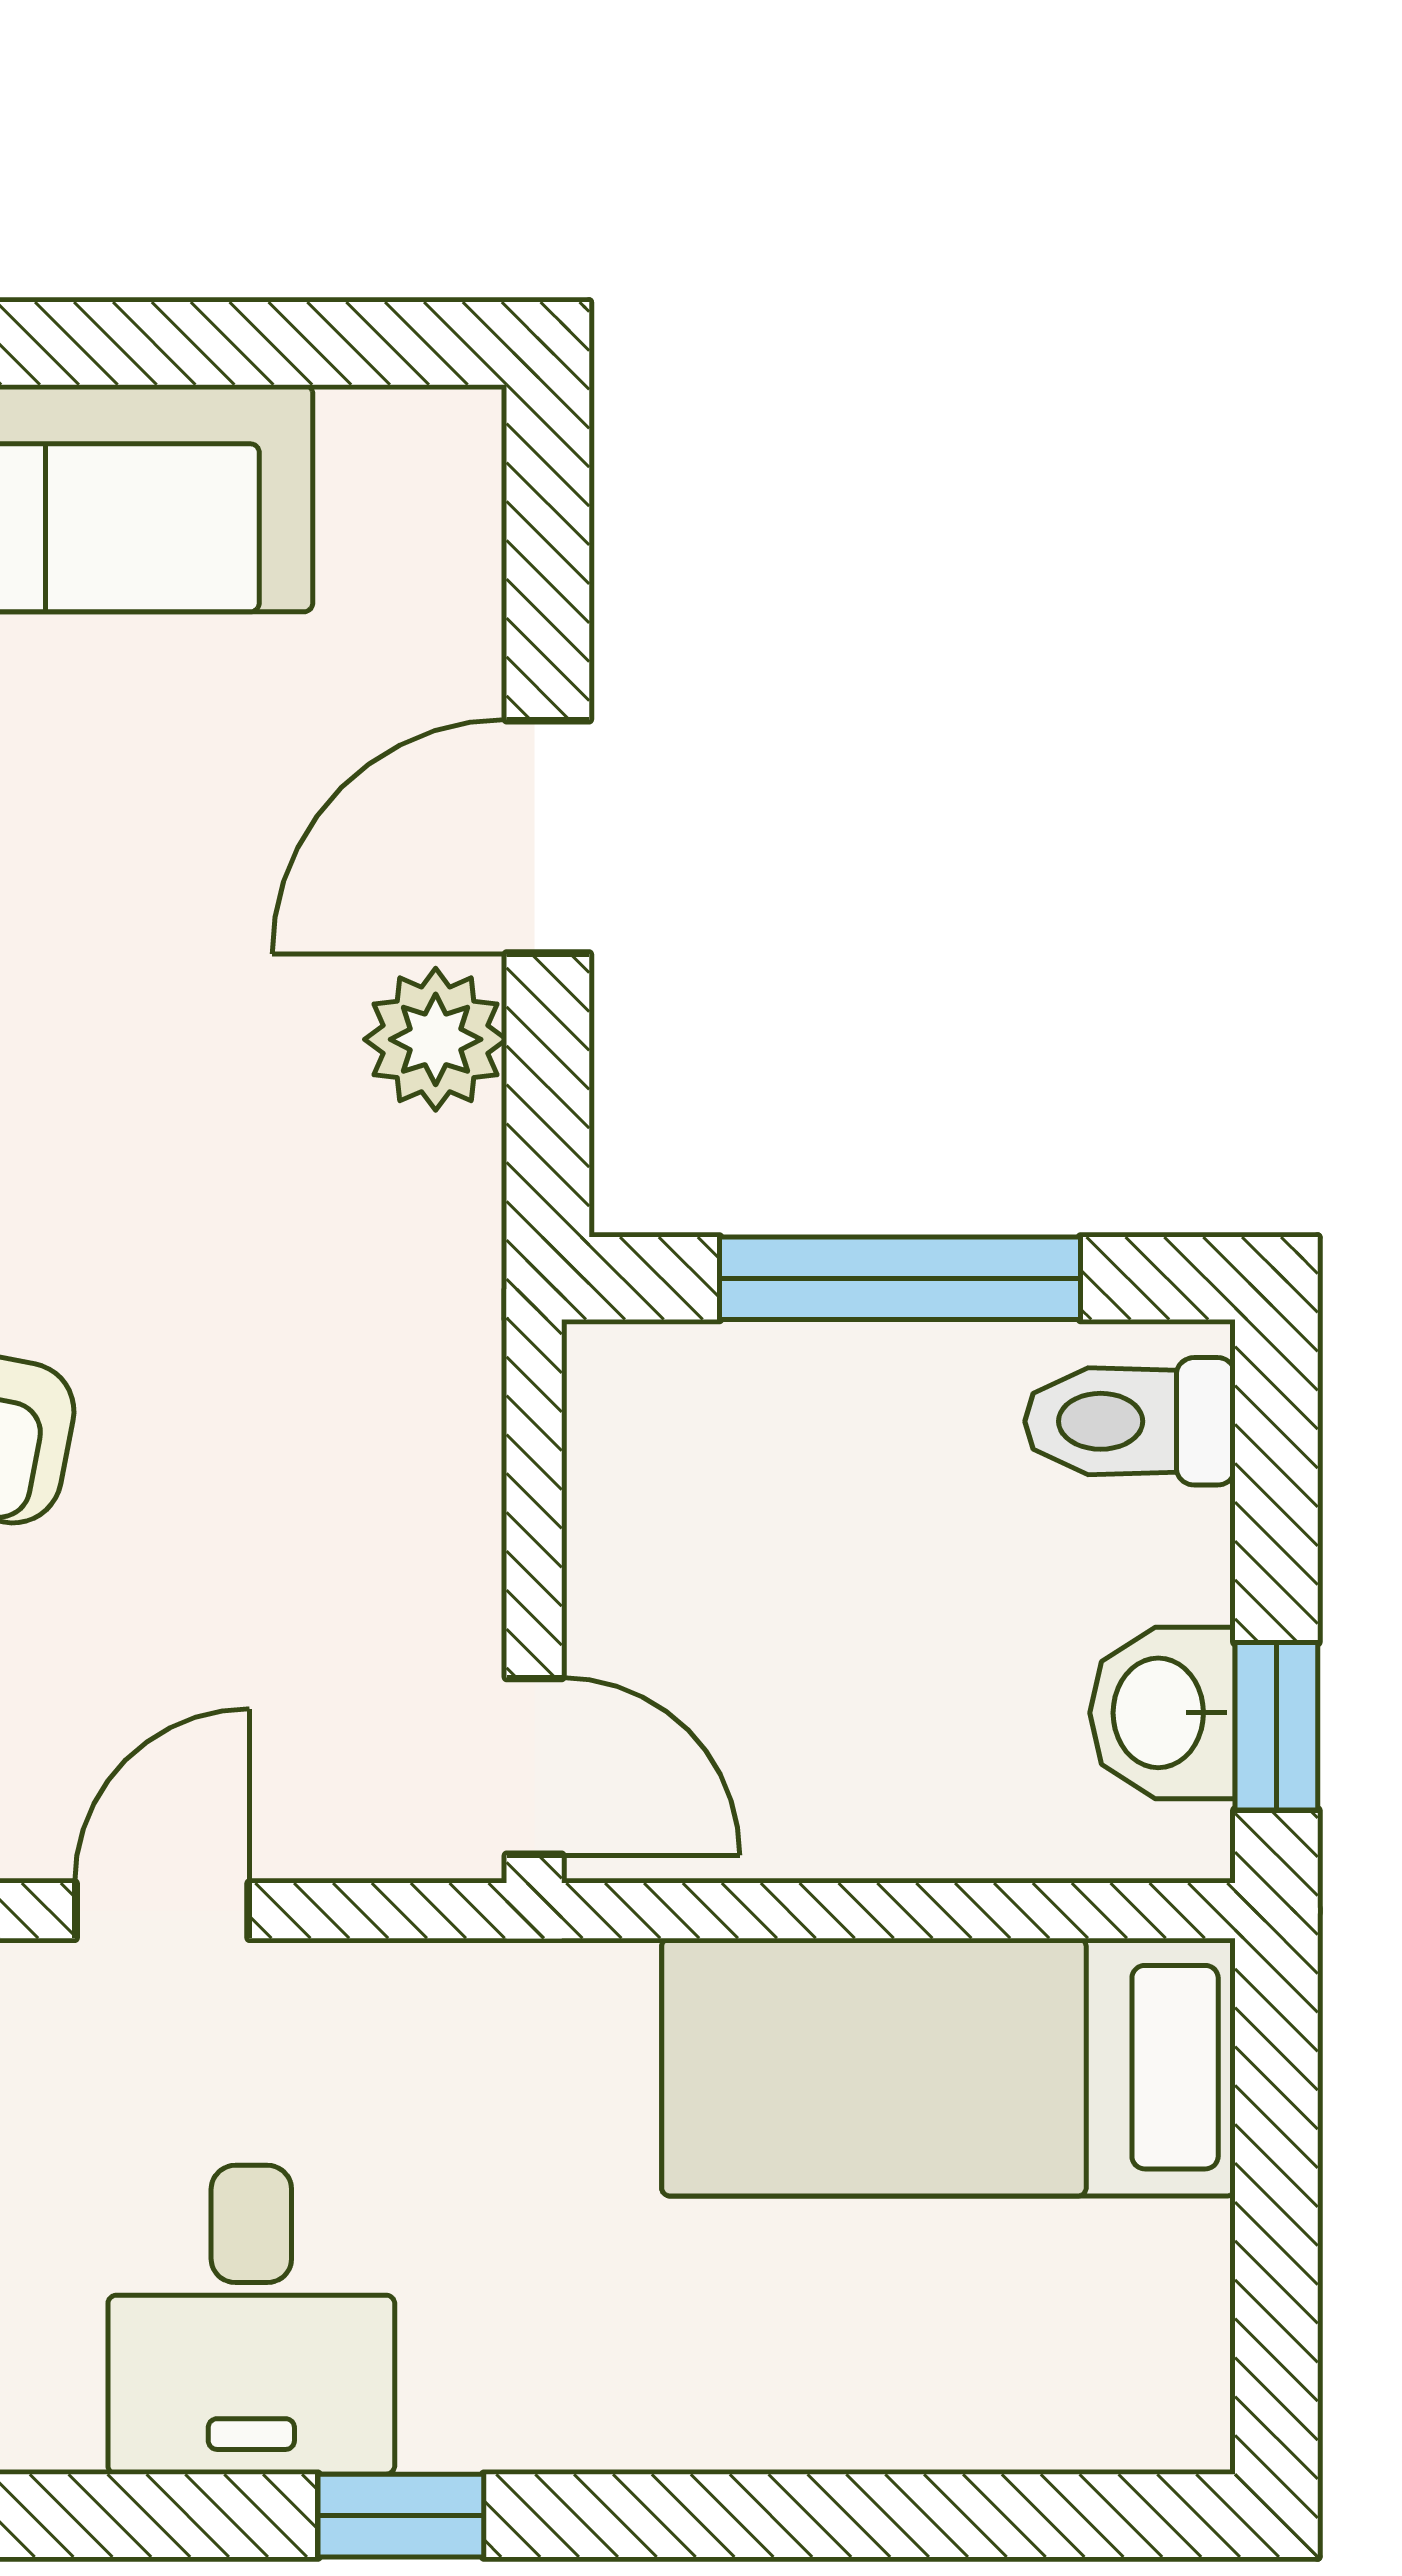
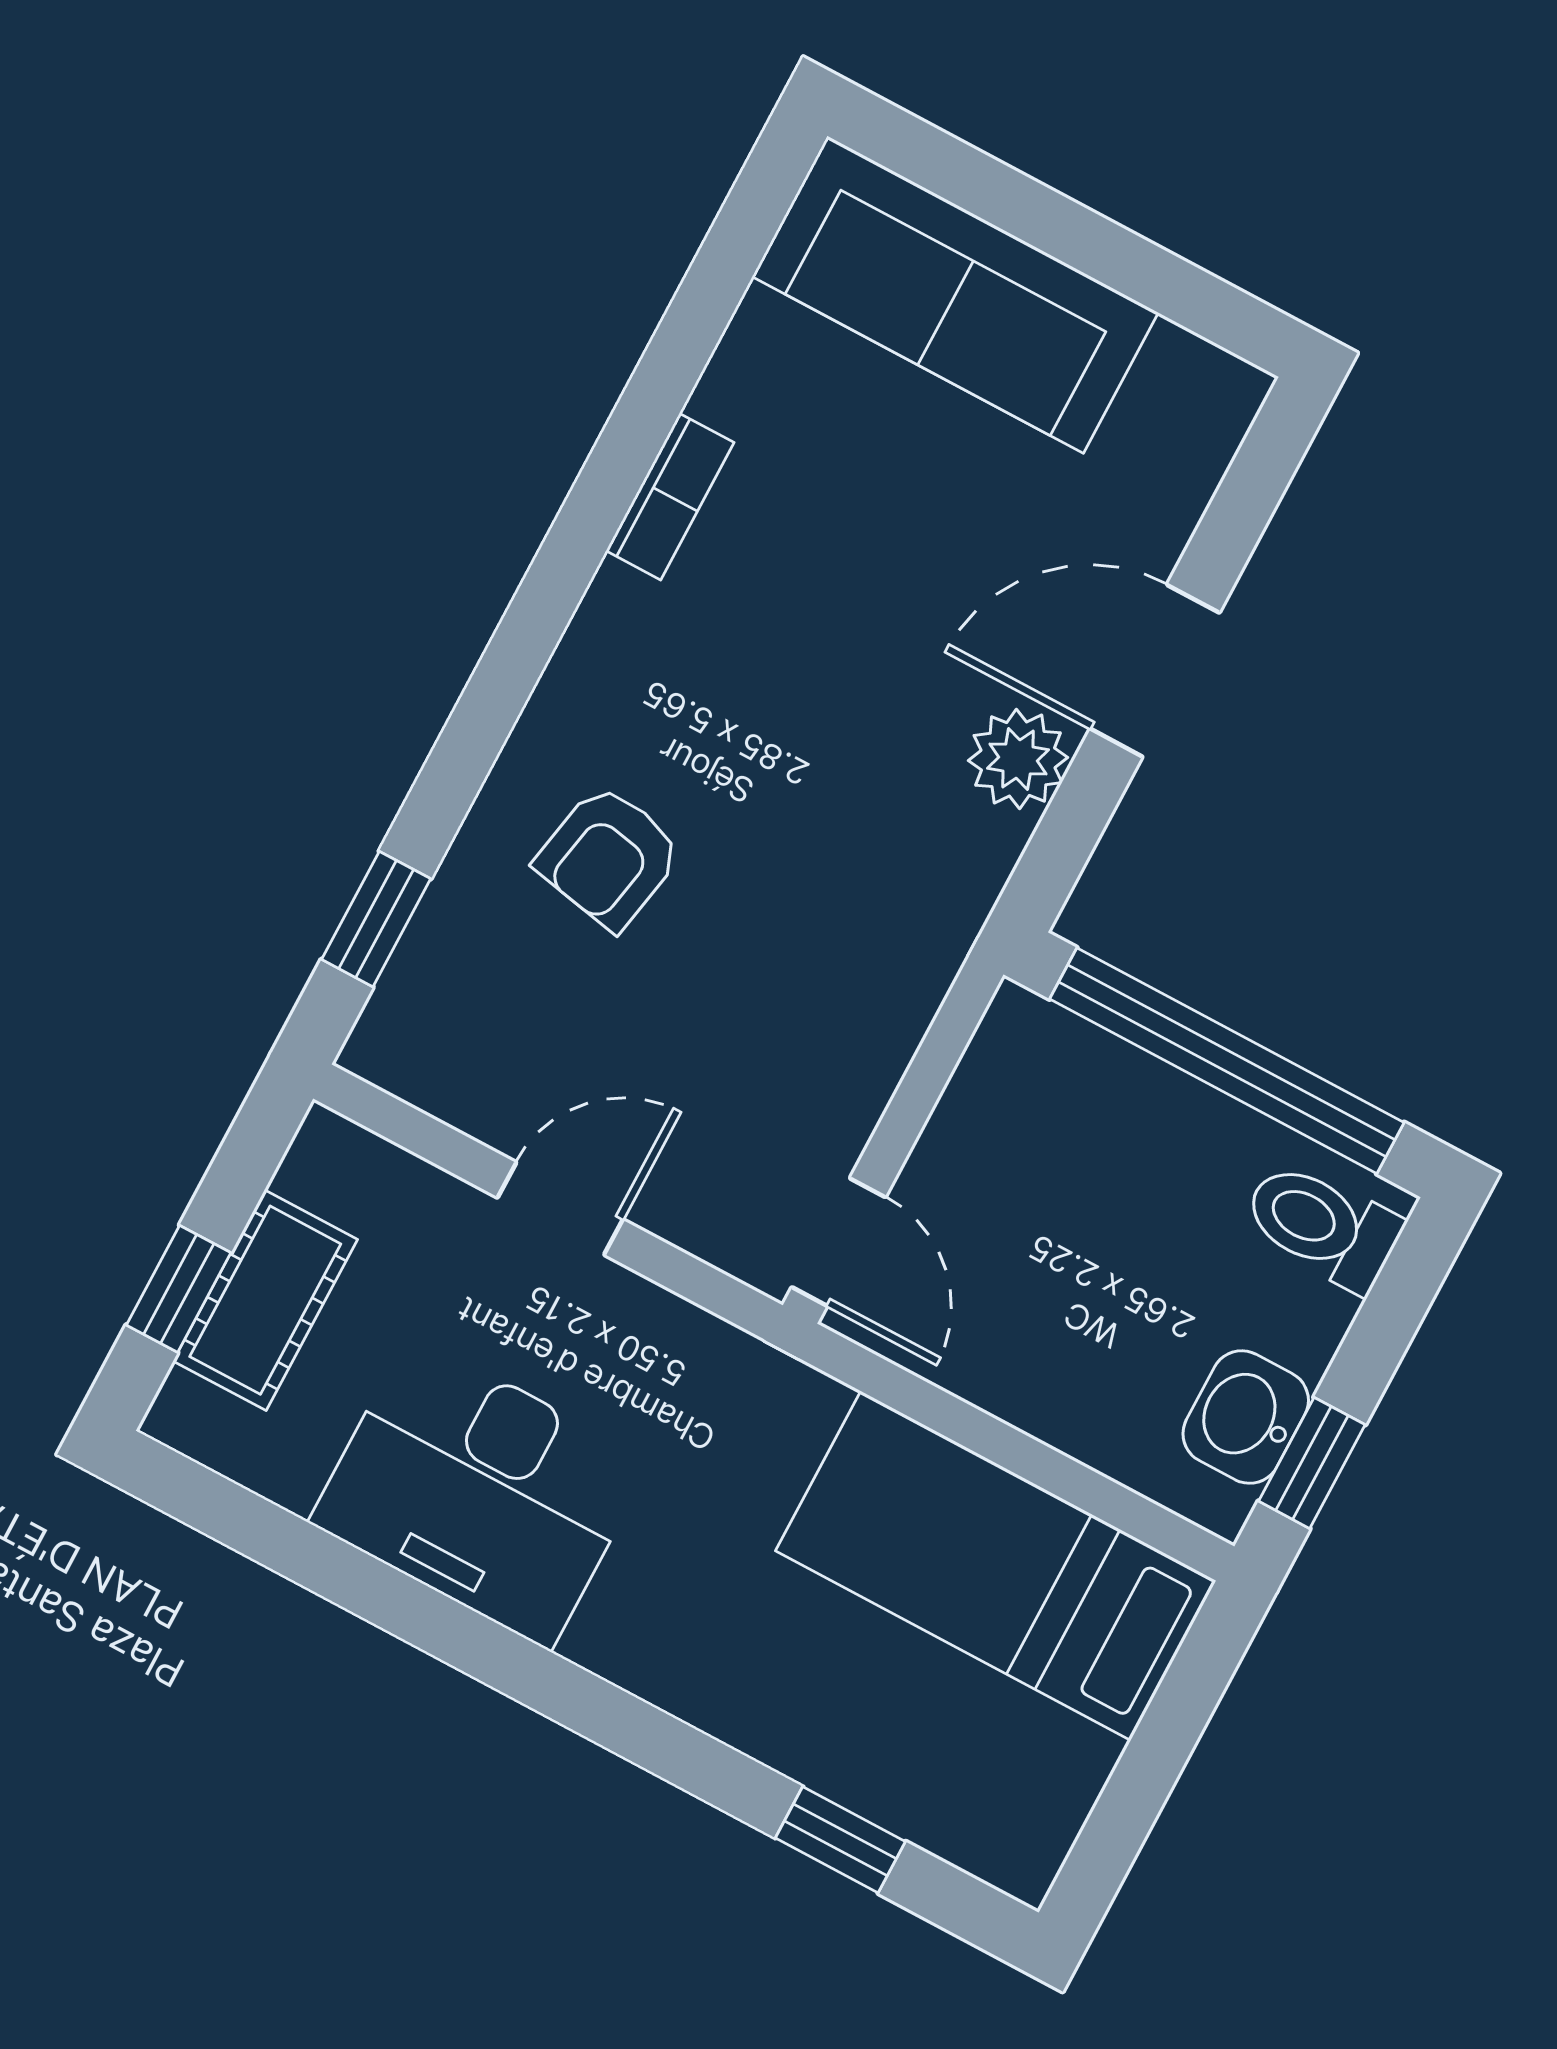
window: (900, 1278) -> (1227, 1061), width x1.46
desk: (251, 2320) -> (480, 1492), width x1.37
window: (401, 2516) -> (840, 1840), moved

